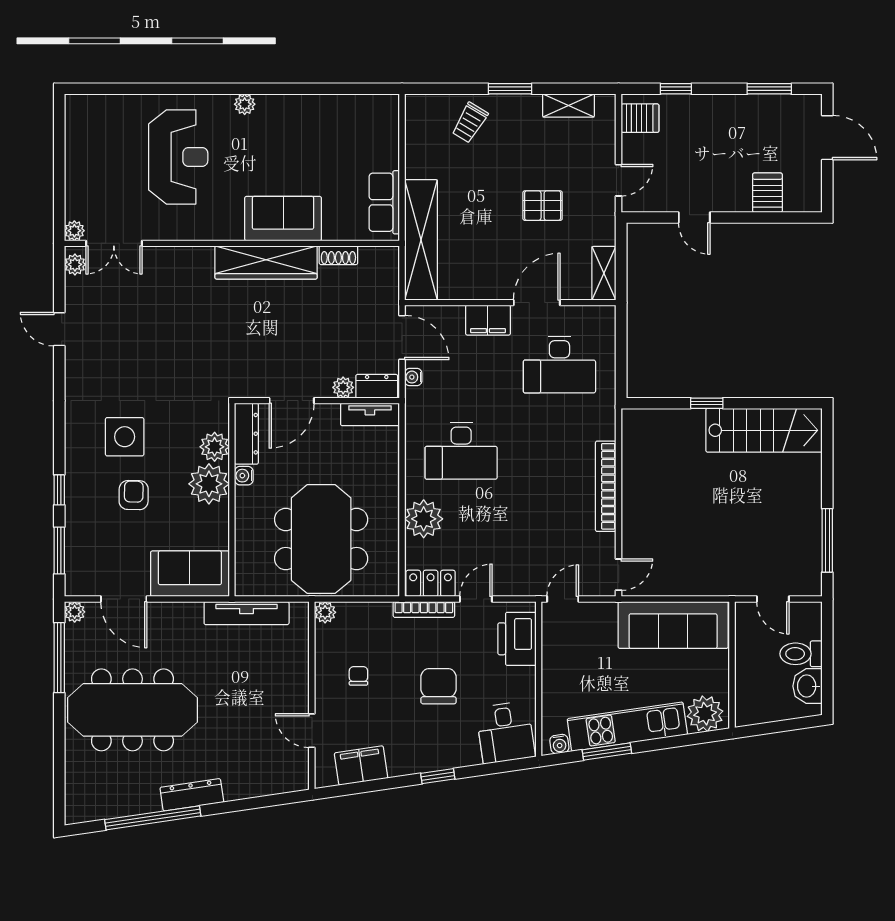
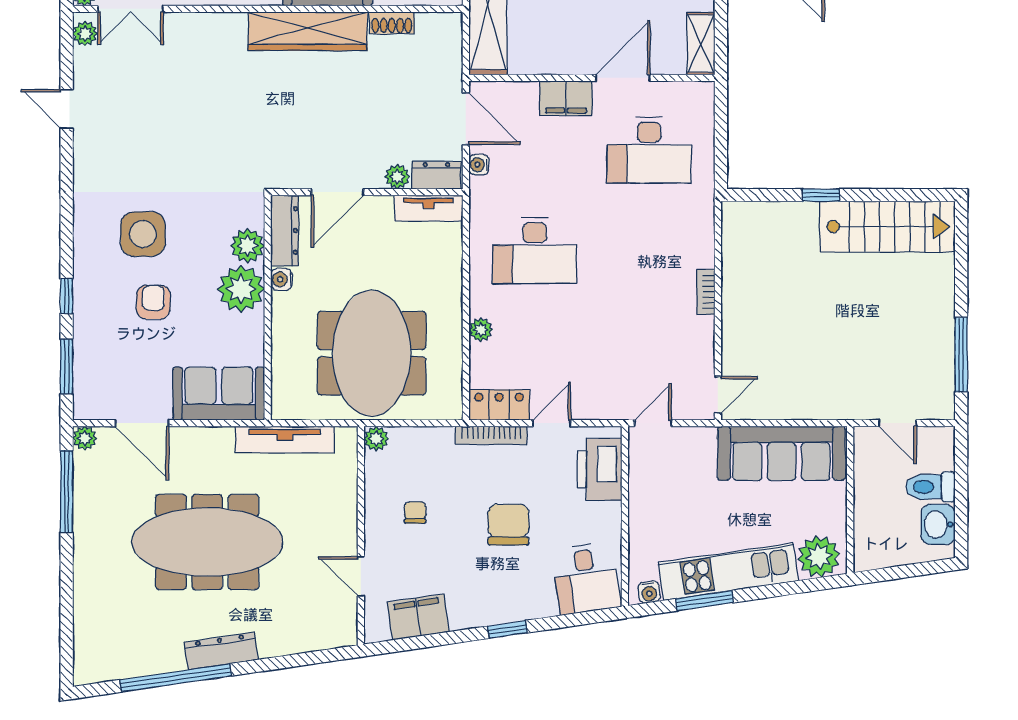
bookcase: (606, 486) -> (706, 292), width x0.43, depth x0.76
plant: (424, 519) -> (481, 330), width x0.53, depth x0.53
meeting table: (132, 710) -> (207, 542), moved

